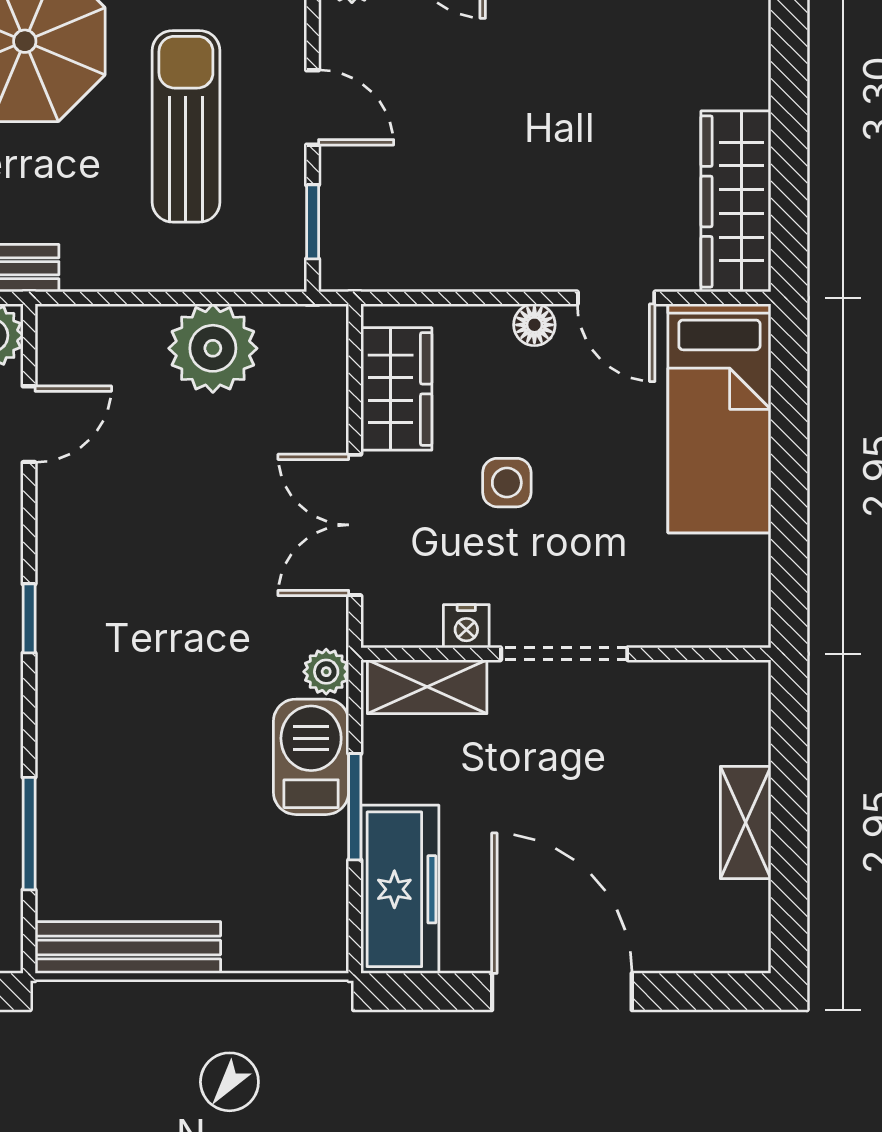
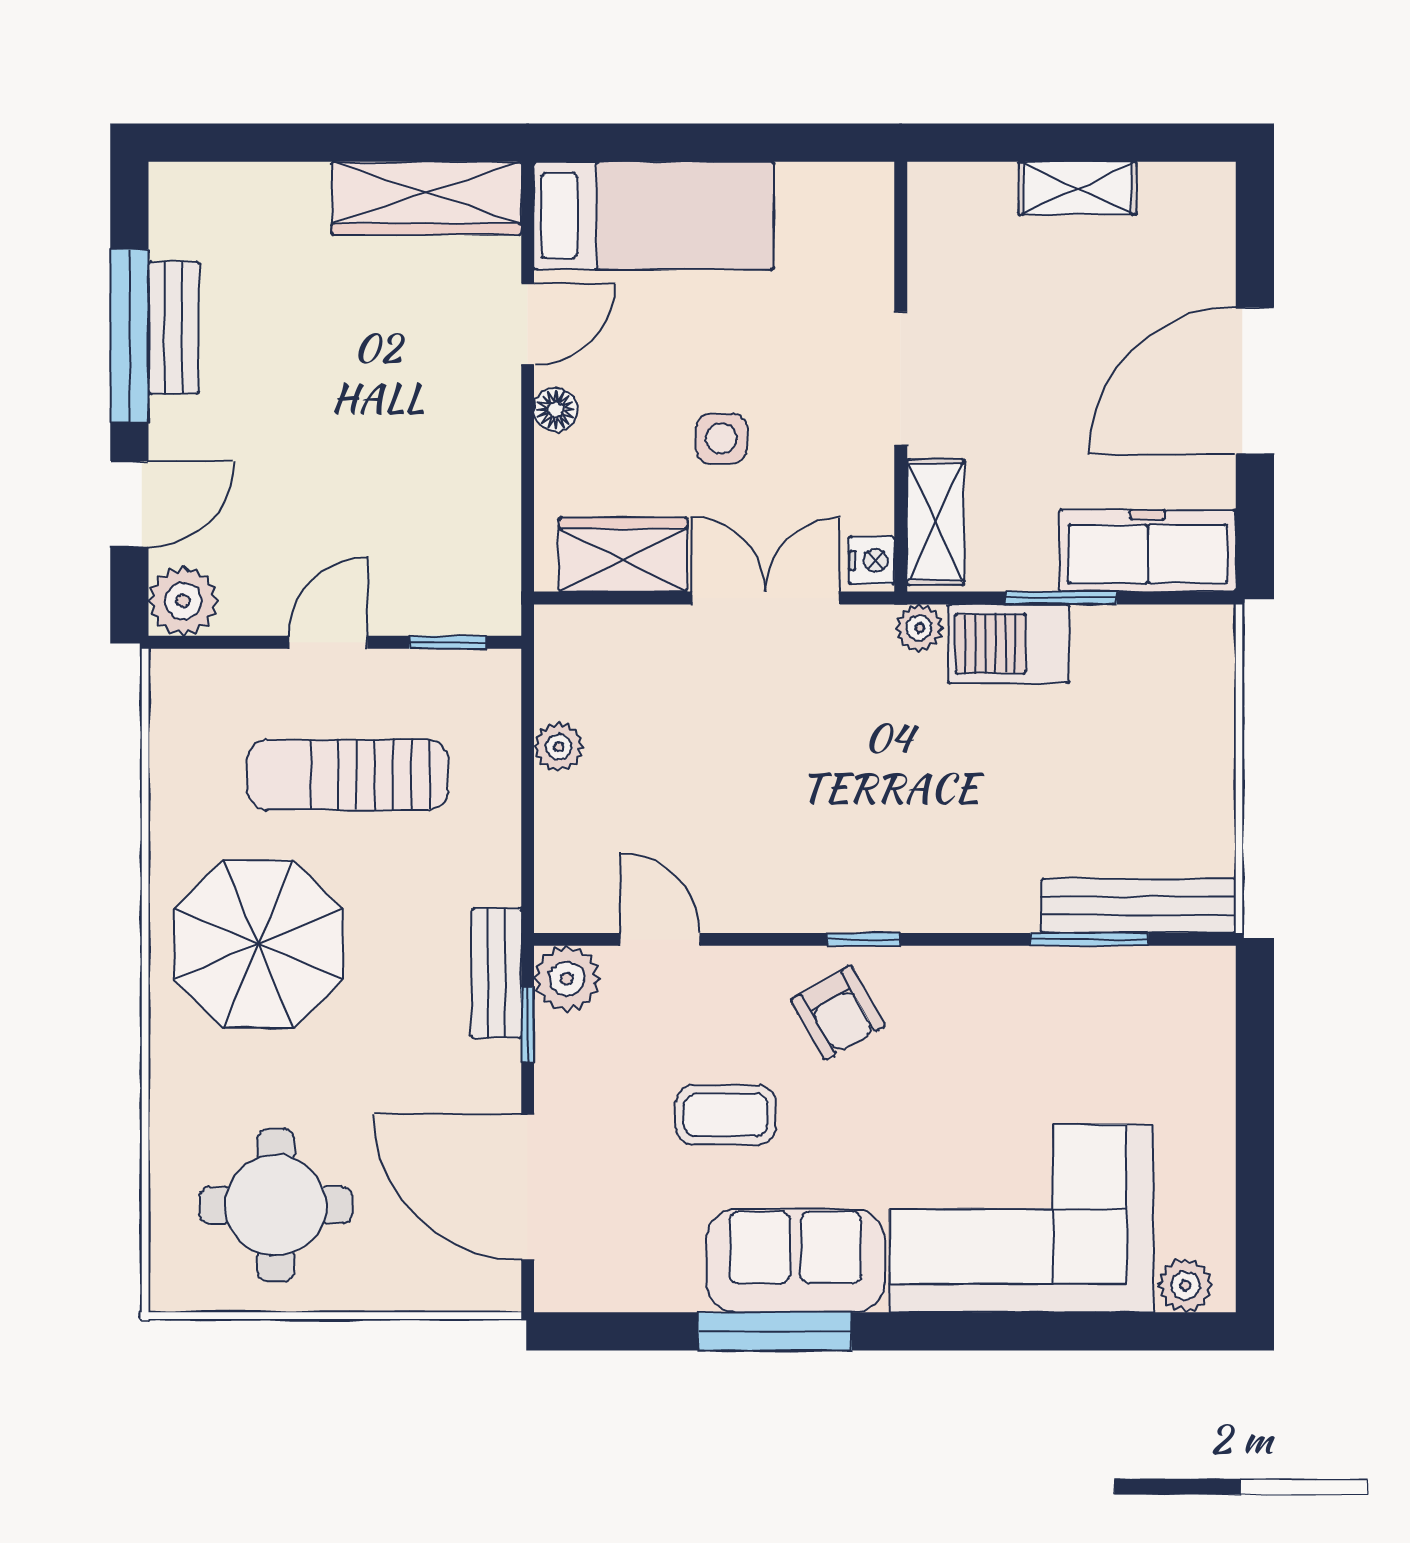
plant: (213, 348) -> (559, 747), width x0.53, depth x0.53
double door: (355, 525) -> (766, 598), swing flipped
nightstand: (466, 626) -> (872, 560), moved
bench: (128, 947) -> (1139, 906), moved, turned 90

